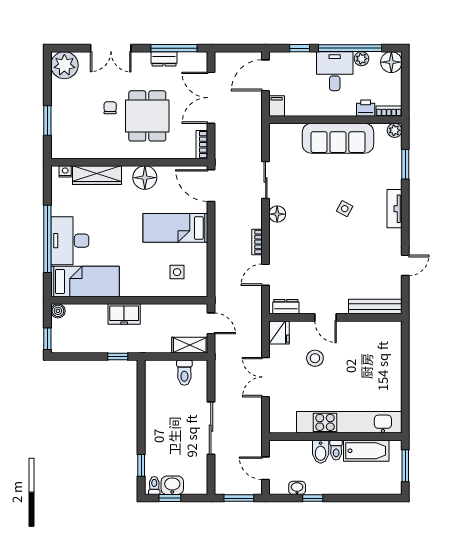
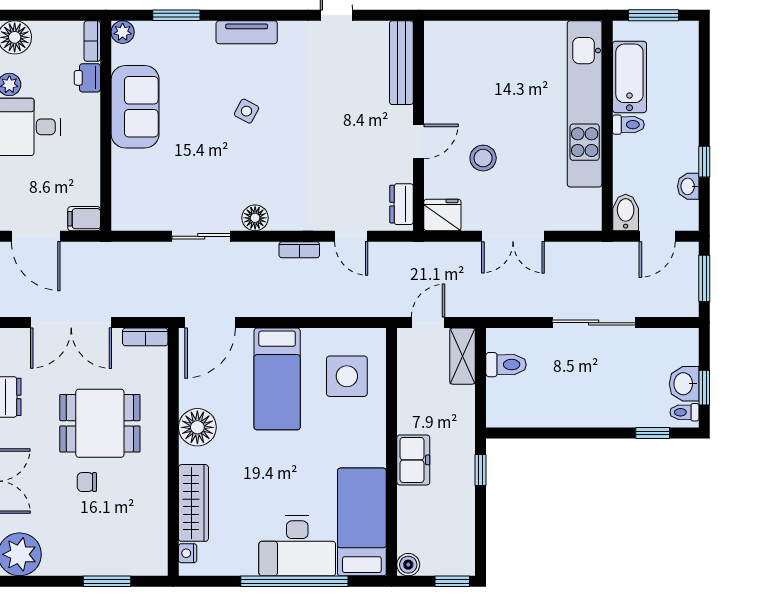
sofa: (338, 138) -> (135, 107), width x0.73
side table: (177, 272) -> (347, 376), width x1.87, depth x1.87
bidet: (321, 452) -> (626, 213), moved, turned -90

